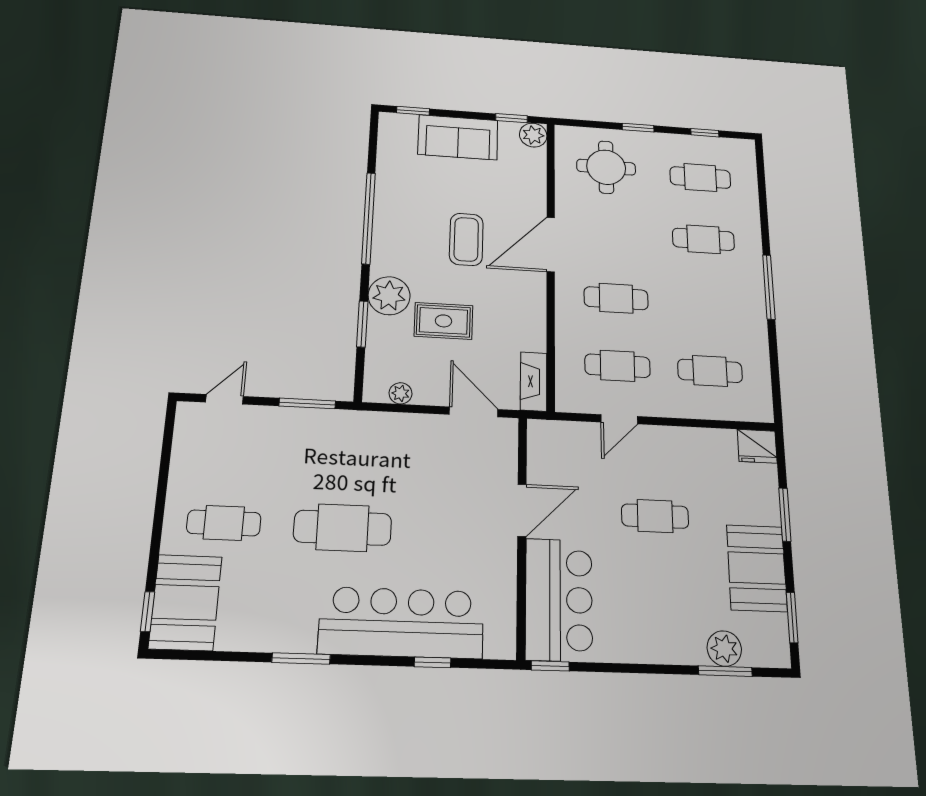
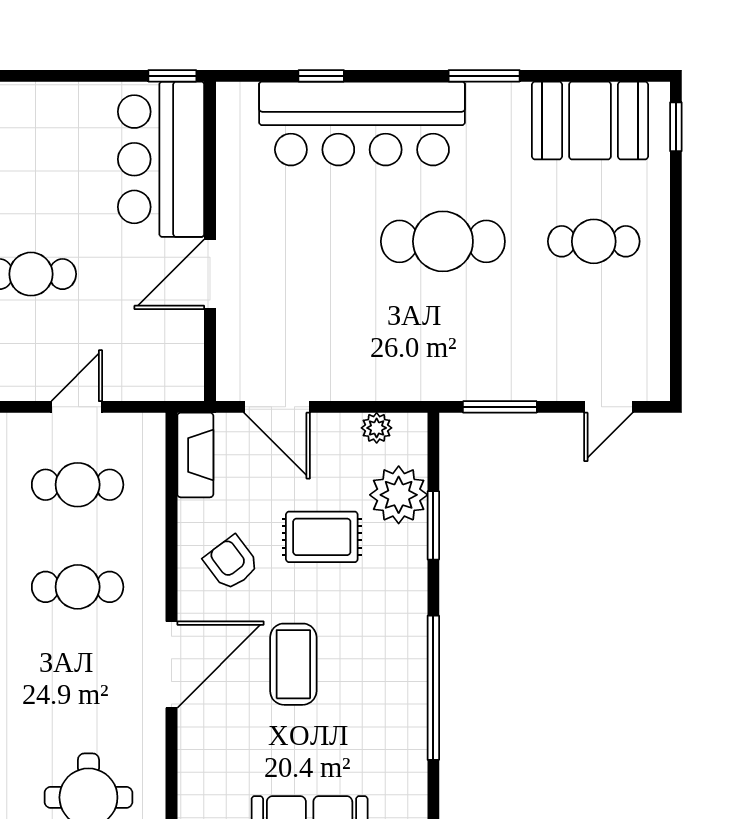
plant: (389, 296) -> (399, 495), moved
armchair: (509, 307) -> (231, 563), added
booth: (185, 602) -> (590, 121), moved, turned 90

